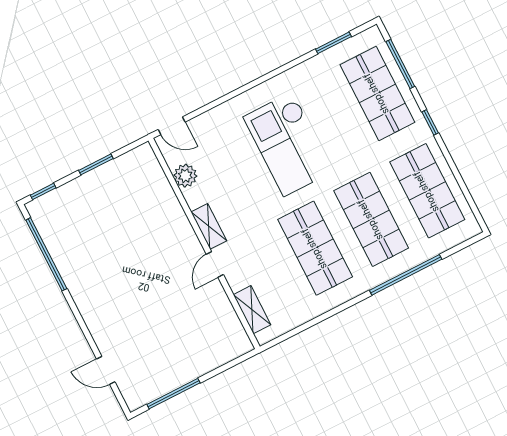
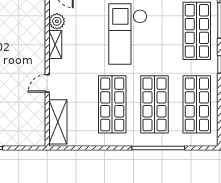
shelving: (209, 226) -> (55, 44), moved
shelving: (252, 310) -> (58, 122), width x1.50, depth x1.33

